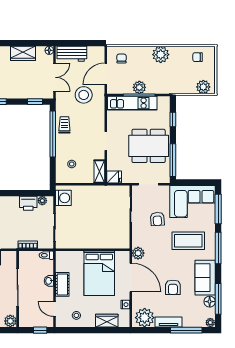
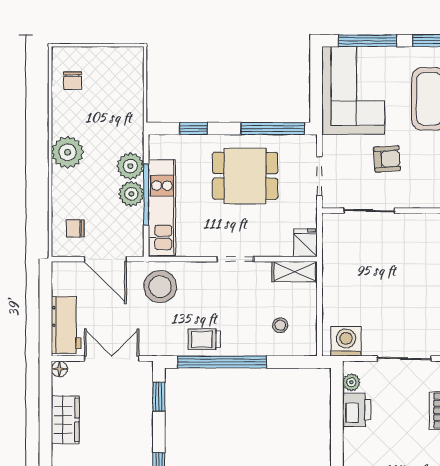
plant: (203, 87) -> (130, 166), moved
stool: (84, 95) -> (160, 287), moved
dining table: (149, 146) -> (245, 176), width x0.73

